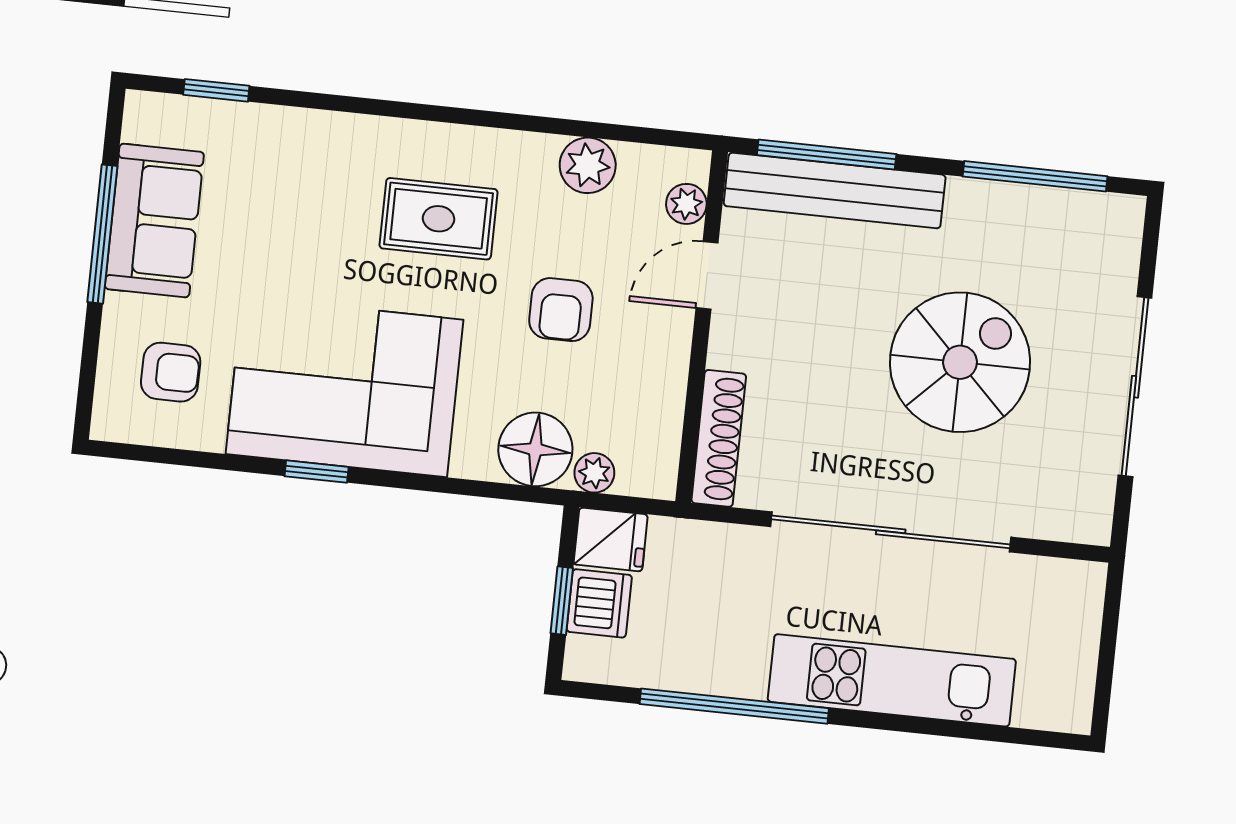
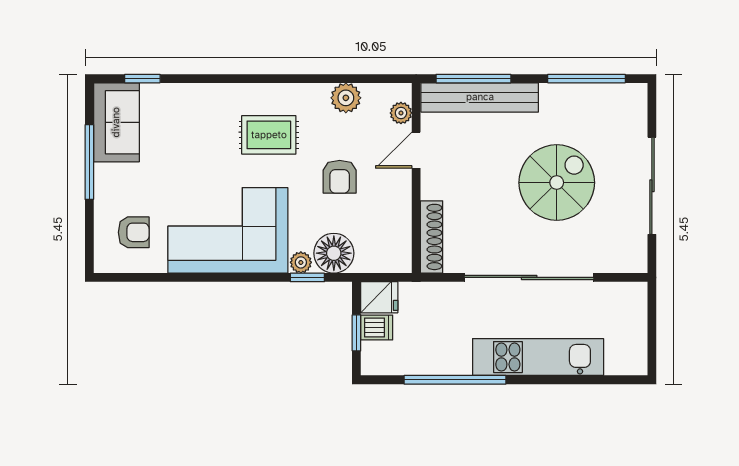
sofa: (154, 220) -> (116, 122), moved
window: (317, 472) -> (307, 277), moved
plant: (594, 473) -> (301, 262), moved
dishwasher: (599, 603) -> (377, 328), width x0.73

